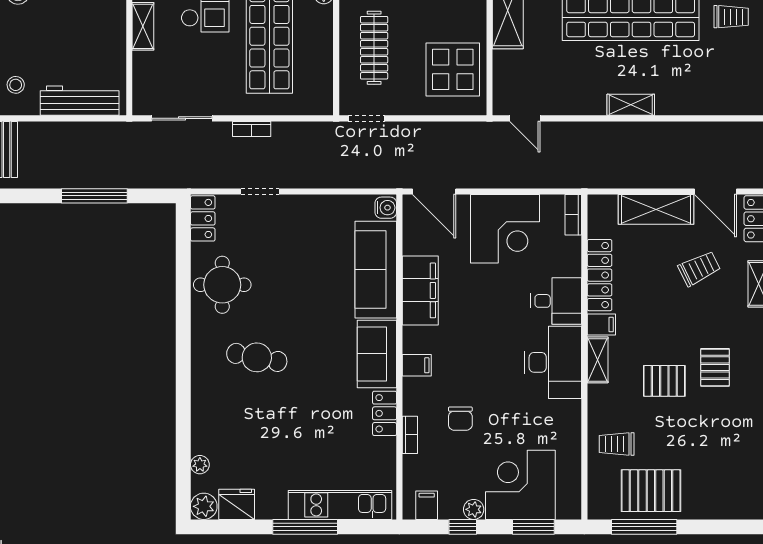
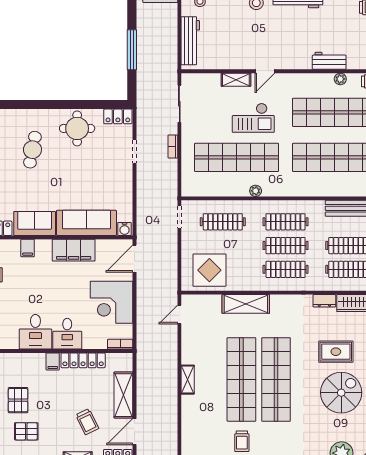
shelving: (598, 360) -> (31, 359), removed
desk: (553, 362) -> (35, 332), width x0.73

